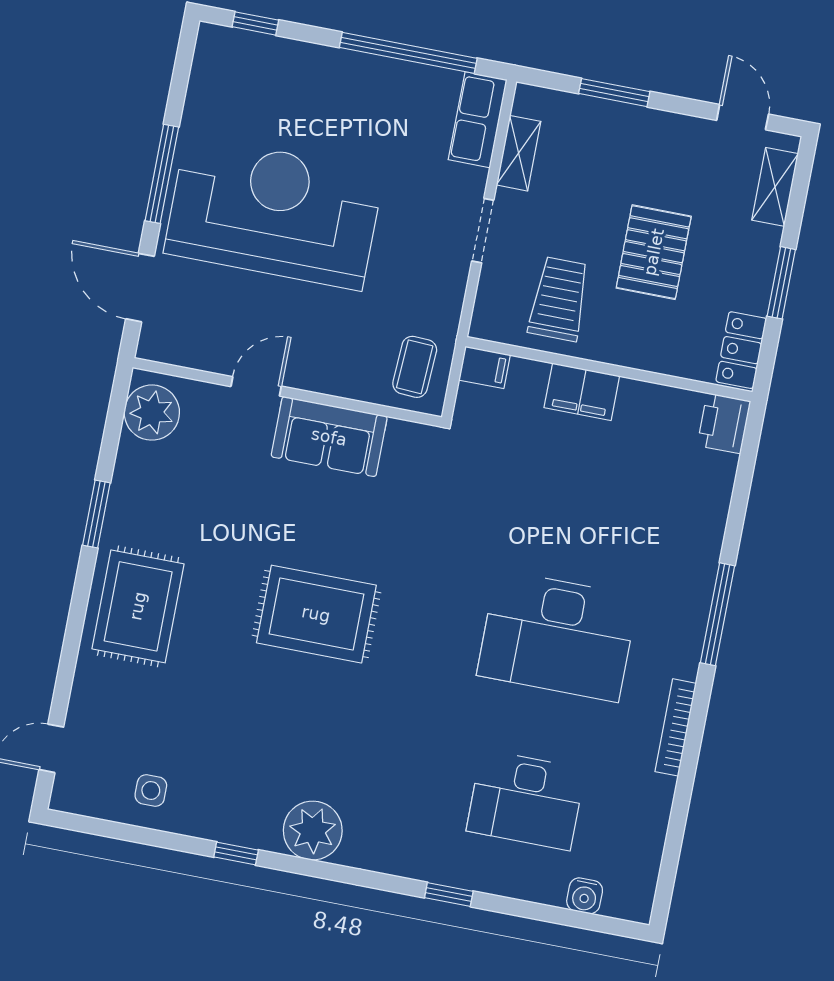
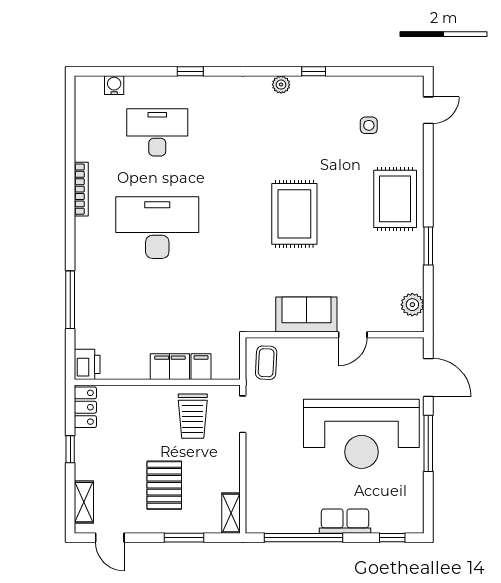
row of seats: (478, 120) -> (345, 521), moved, turned -90
shelving: (519, 153) -> (231, 513), moved
doorway: (483, 231) -> (243, 414), moved
pallet: (654, 252) -> (164, 485), moved
window: (781, 283) -> (70, 449), width x0.67
filing cabinet: (485, 367) -> (201, 367), moved, turned 90
plant: (152, 413) -> (412, 305), width x0.73, depth x0.73
rug: (316, 614) -> (294, 214), turned 90
window: (718, 614) -> (70, 300), moved
side table: (151, 790) -> (369, 125), moved
plant: (313, 831) -> (281, 85), width x0.53, depth x0.53

